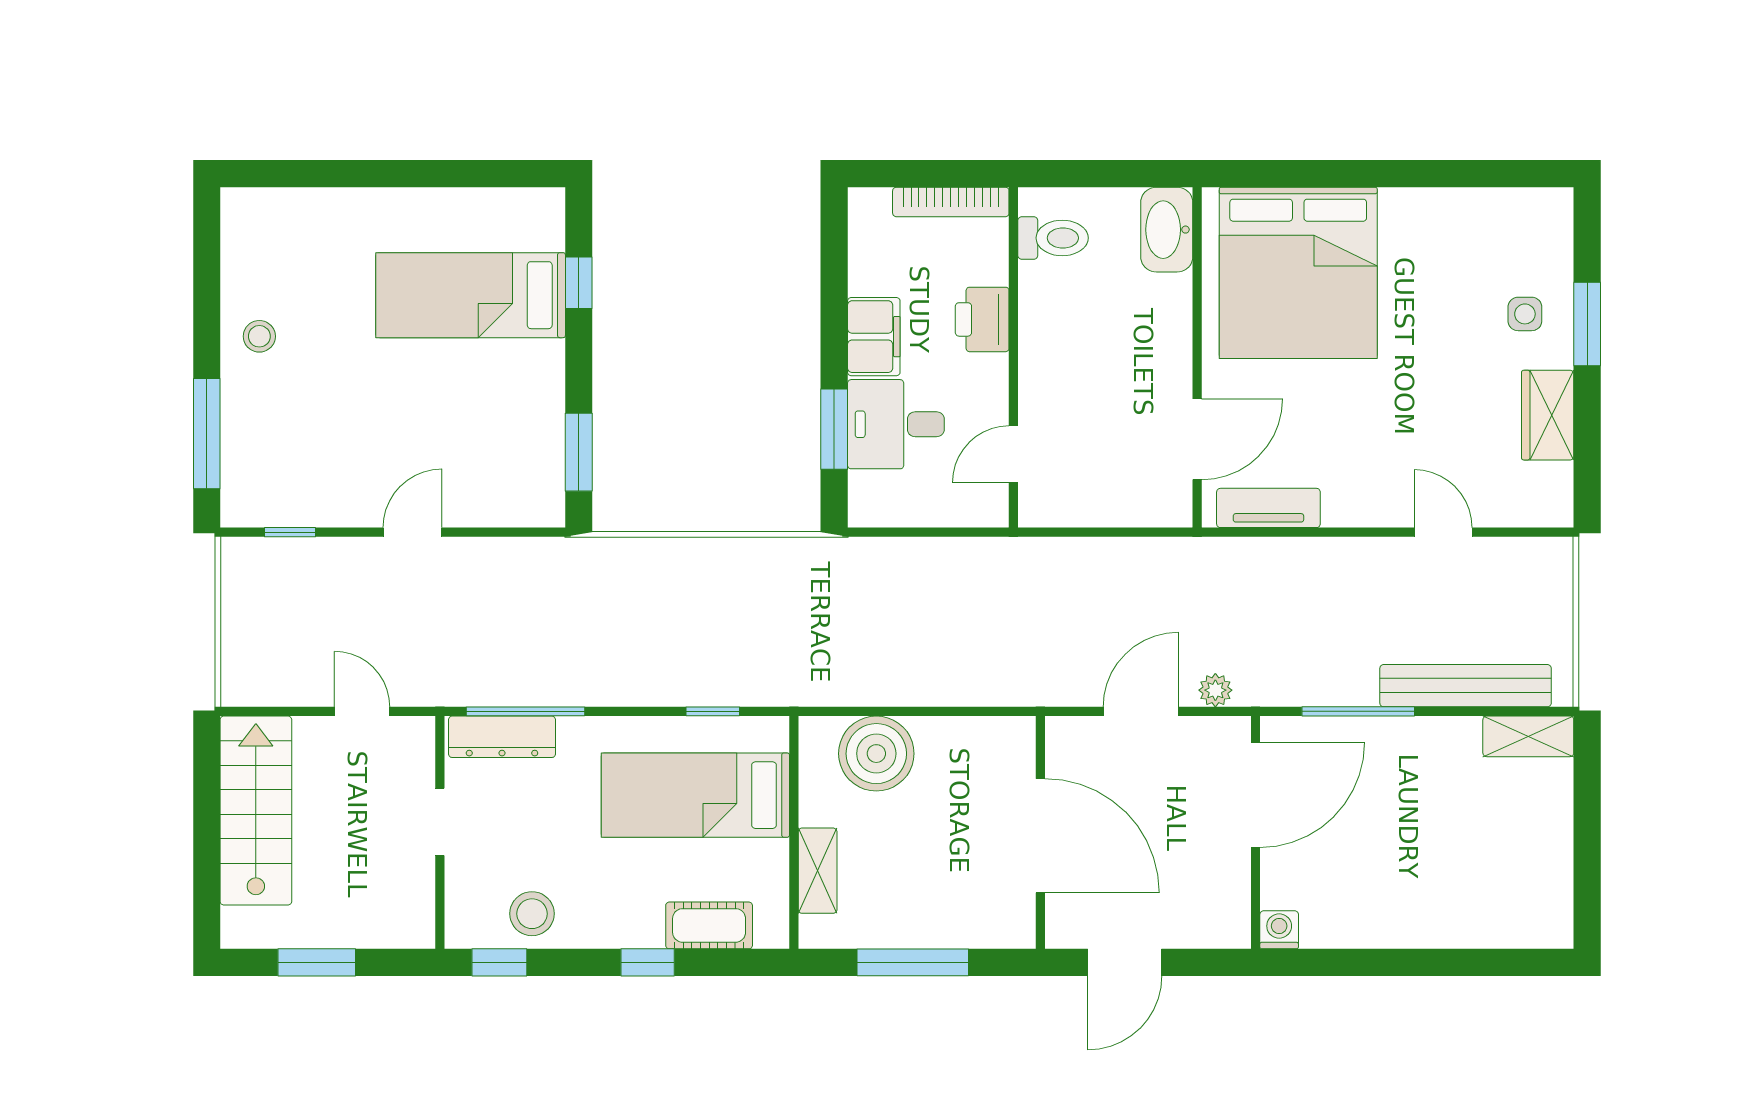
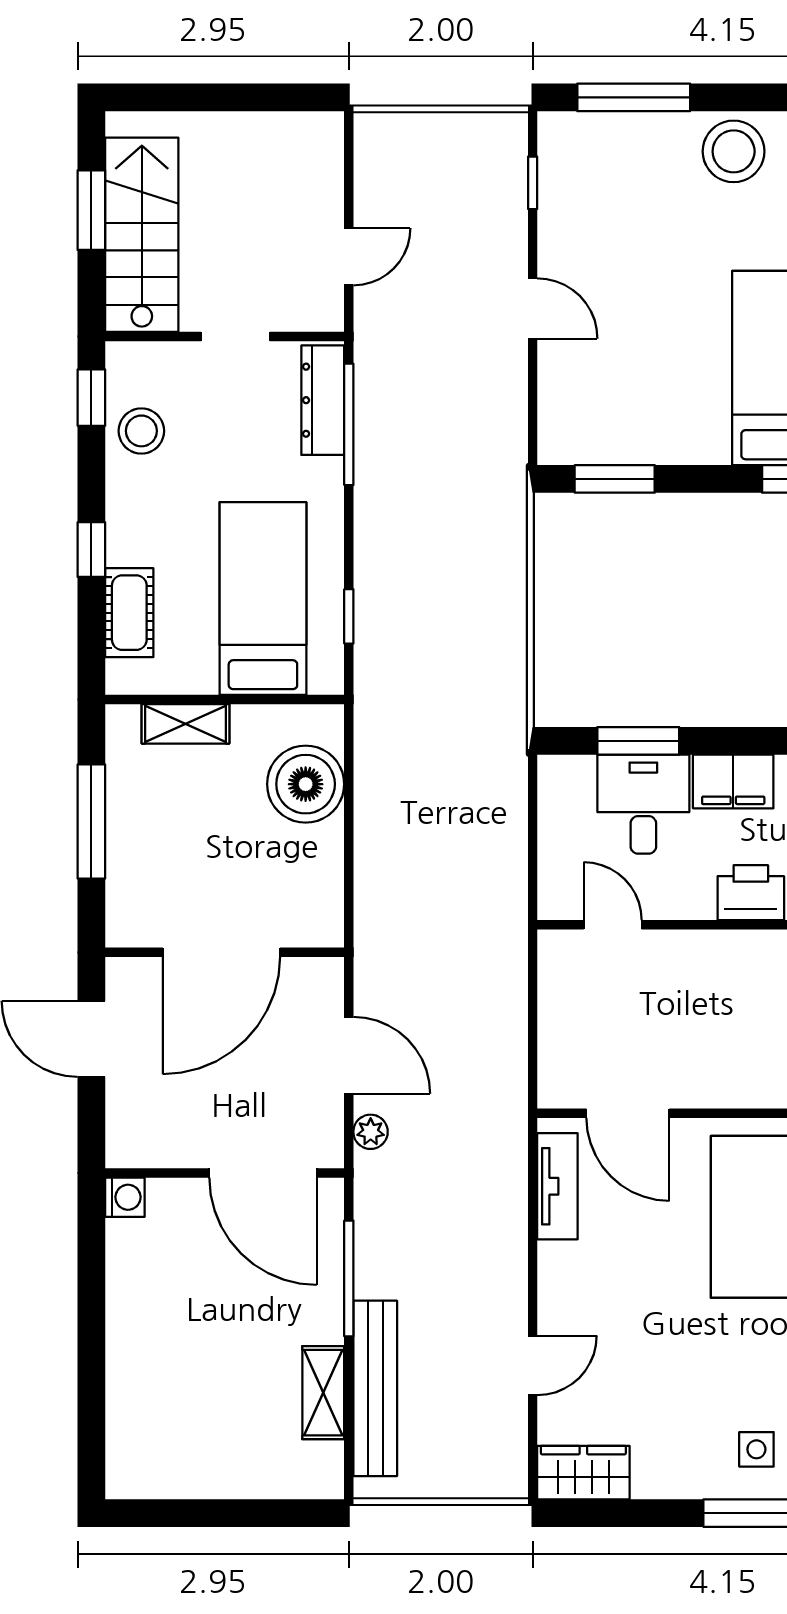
stool: (259, 336) -> (734, 151), width x1.89, depth x1.89
wardrobe: (1548, 415) -> (583, 1473), moved
shelving: (1528, 736) -> (323, 1393), moved
stairs: (256, 811) -> (142, 235), moved, turned -90

